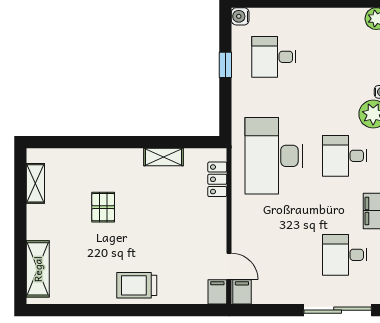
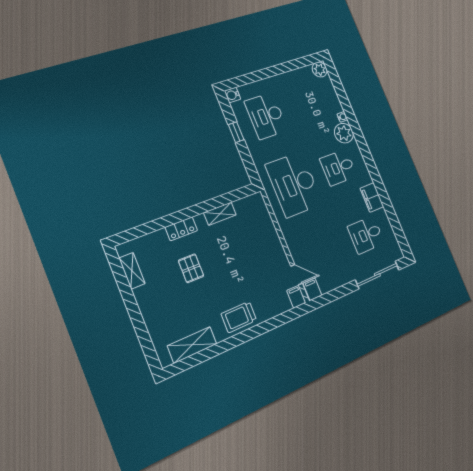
desk: (274, 57) -> (266, 116), width x1.37
locker: (217, 179) -> (181, 229), moved, turned -90
shelving: (38, 269) -> (192, 345), moved, turned 90

